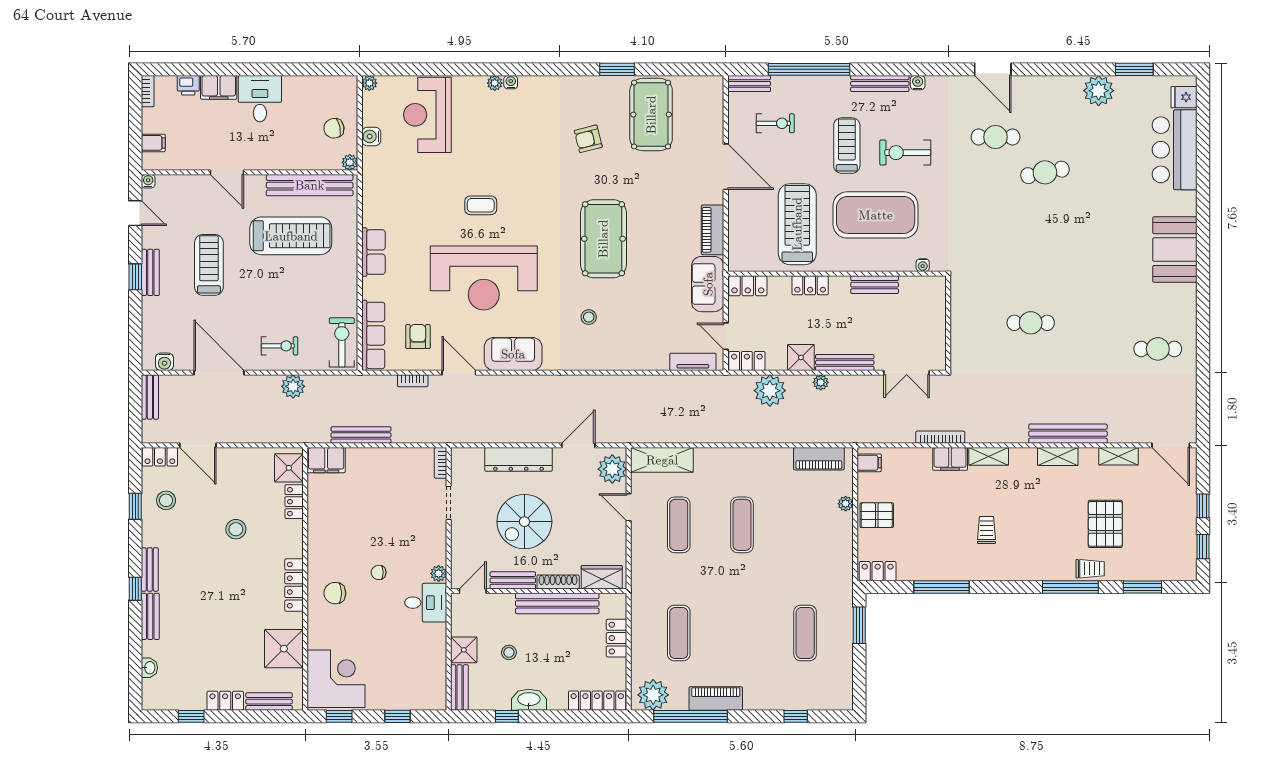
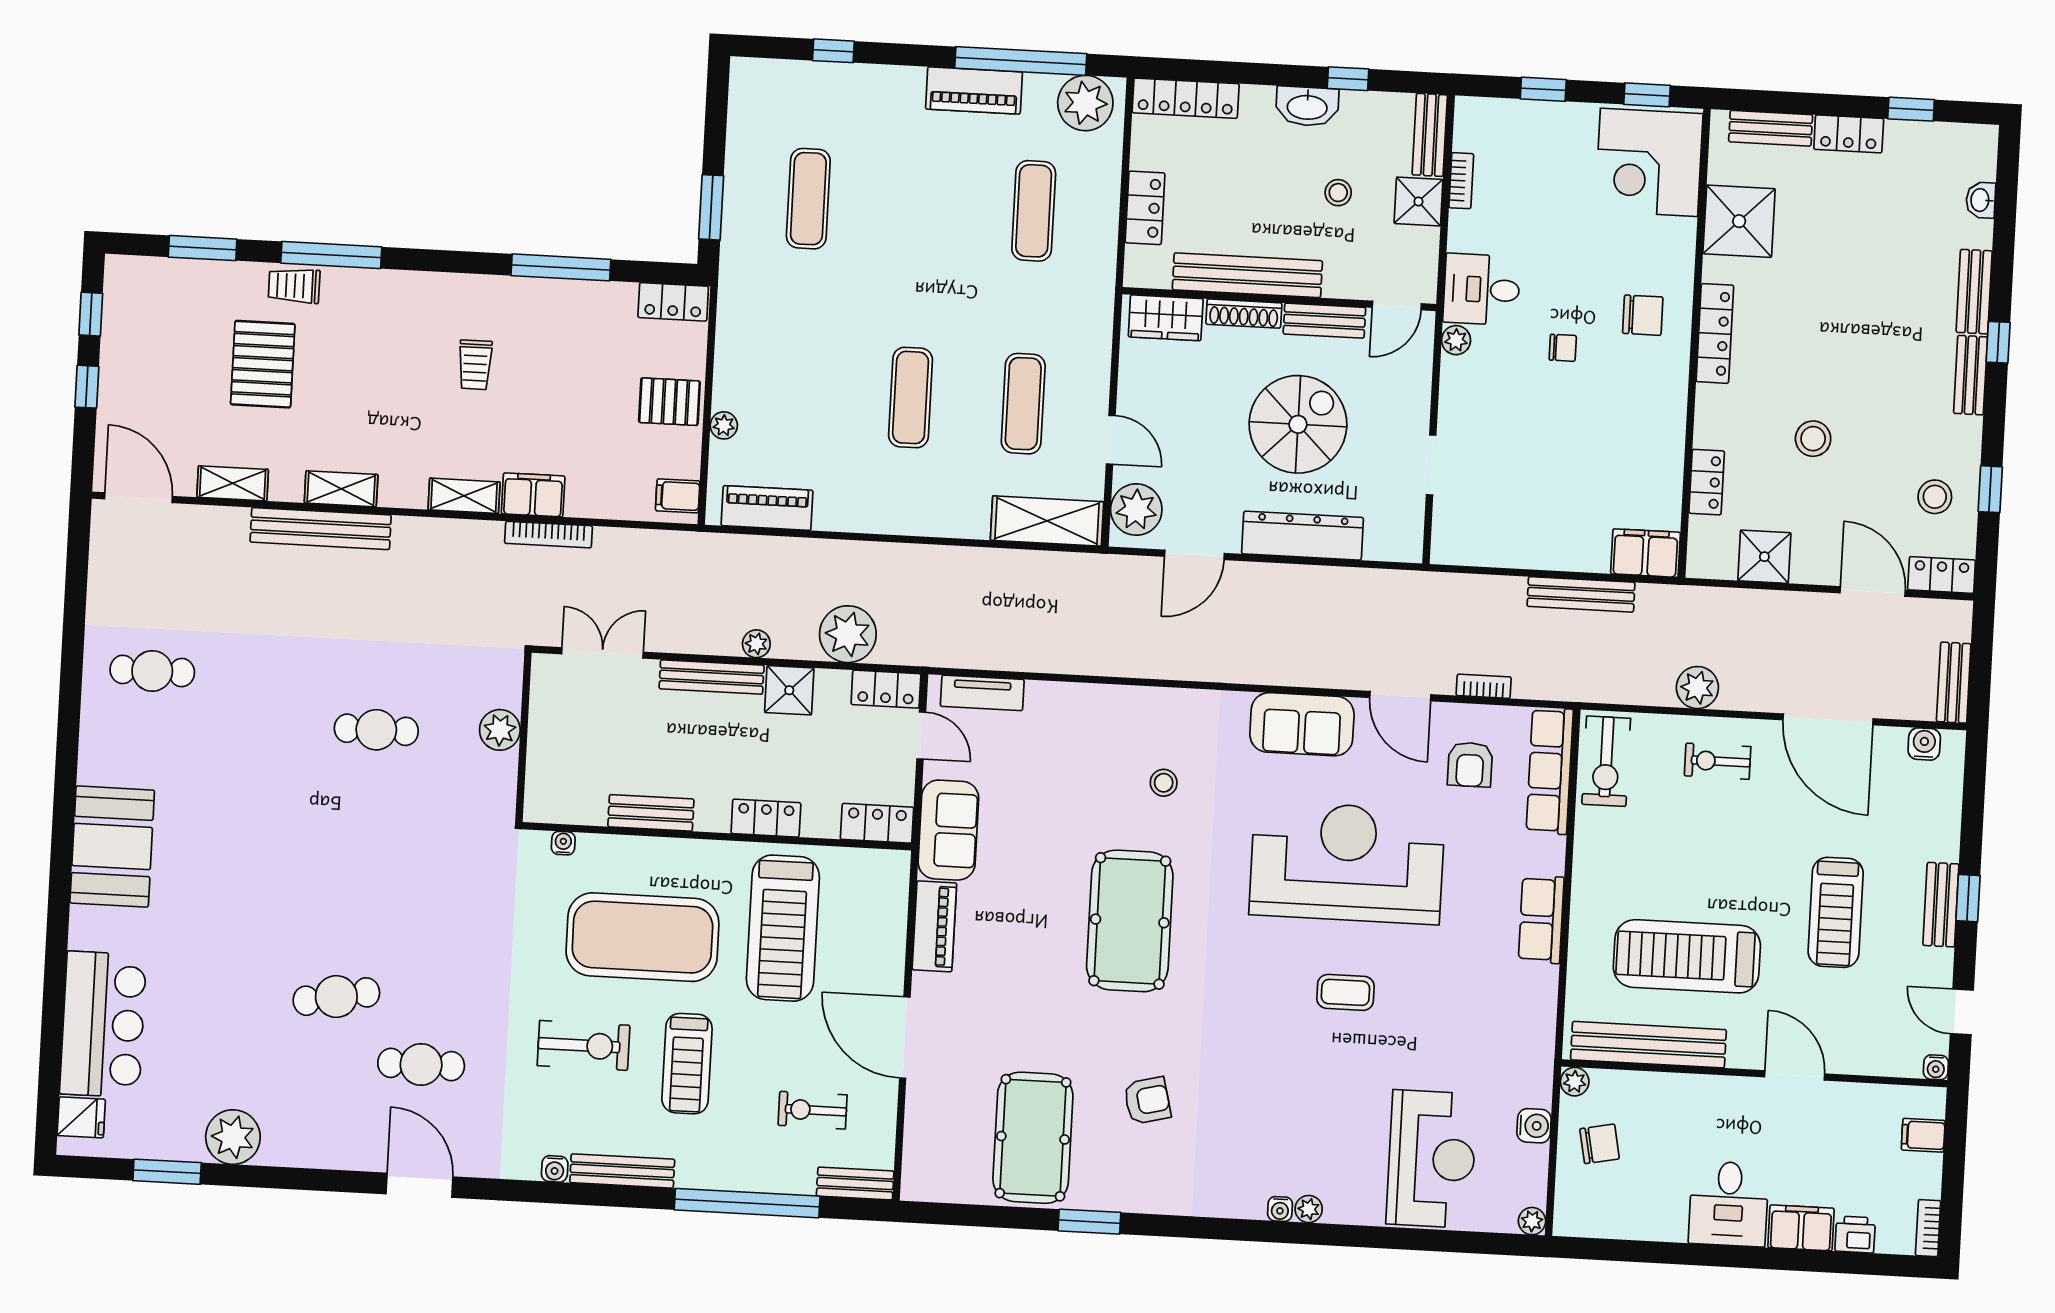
plant: (962, 327) -> (500, 730), added
bookcase: (441, 463) -> (1461, 181), moved
shower: (289, 468) -> (1764, 557), moved

